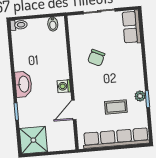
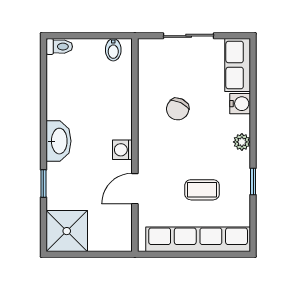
water cooler: (135, 51) -> (240, 104), added
plant: (140, 96) -> (242, 142), moved

